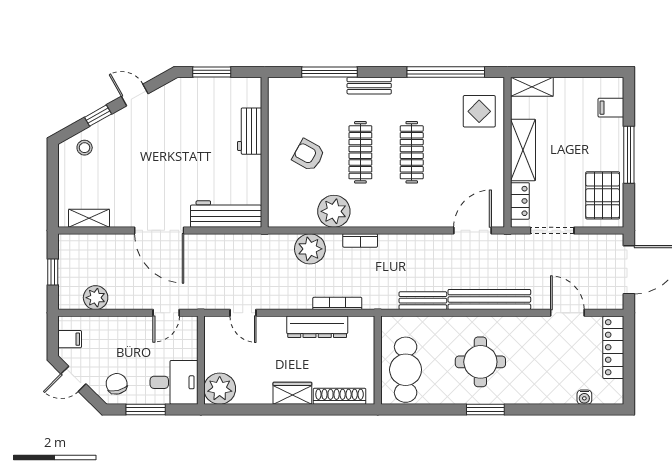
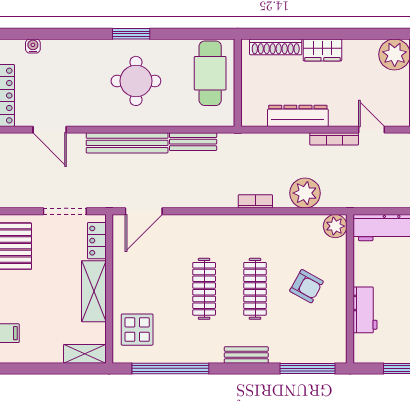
window: (330, 72) -> (307, 368), moved
plant: (334, 211) -> (335, 226), moved, width x0.73, depth x0.73
bookcase: (337, 303) -> (334, 139), moved

